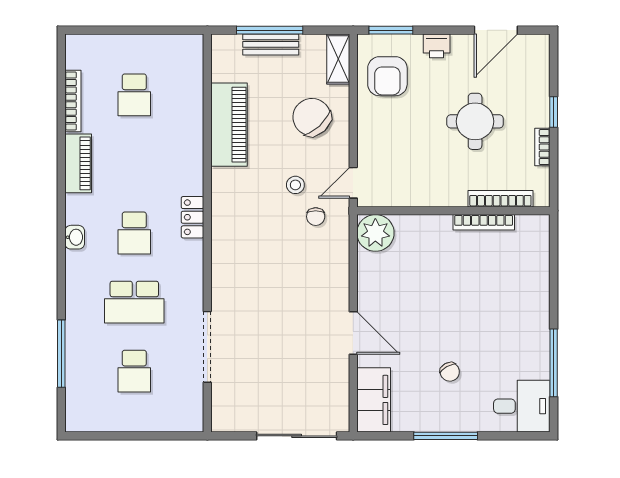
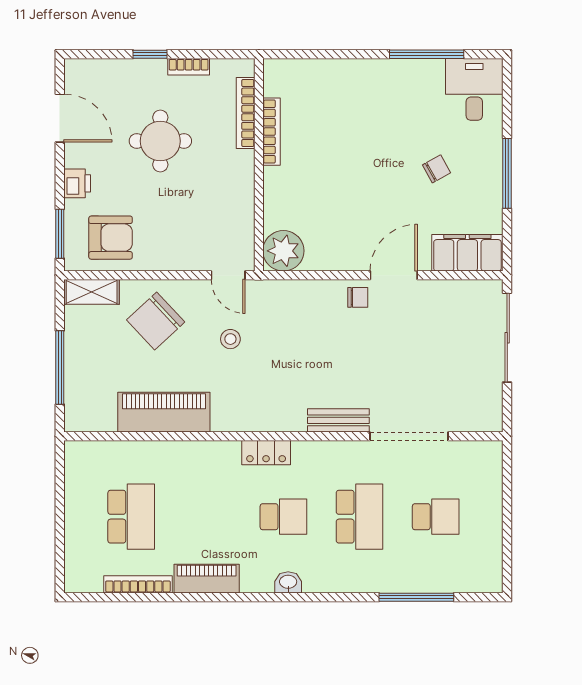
bench: (271, 44) -> (338, 420), moved, turned 90
school desk: (134, 95) -> (131, 517), width x1.85
chair: (316, 217) -> (358, 297), moved

